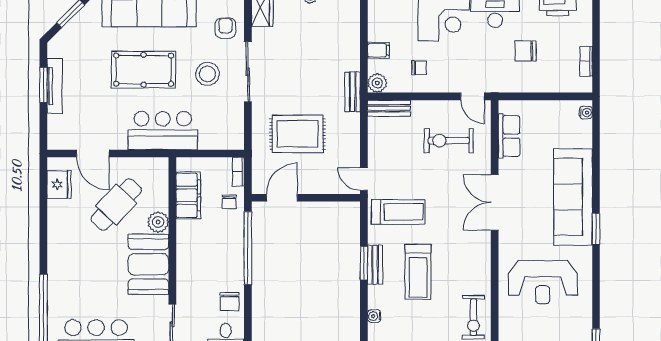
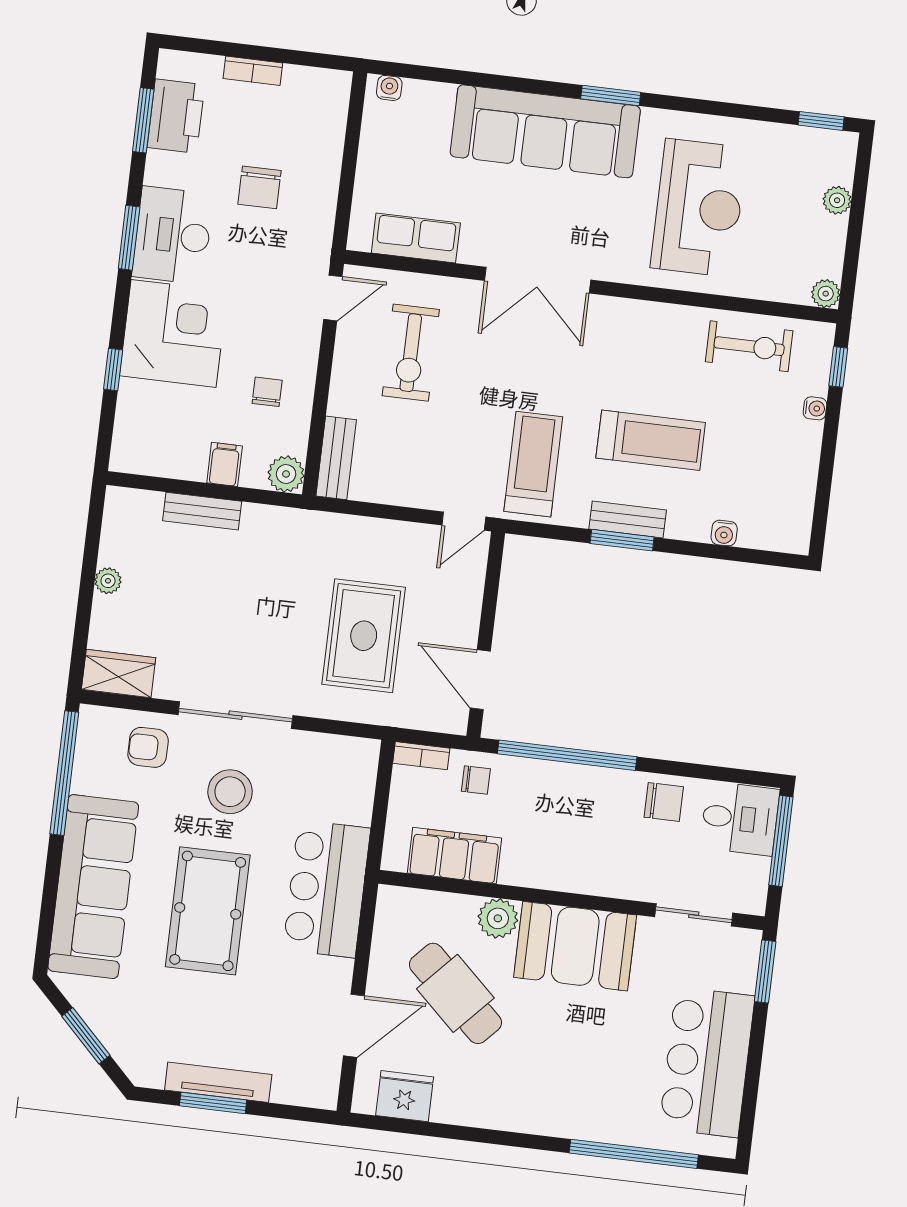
bookcase: (586, 61) -> (253, 71), moved
bench: (353, 92) -> (202, 511), moved

